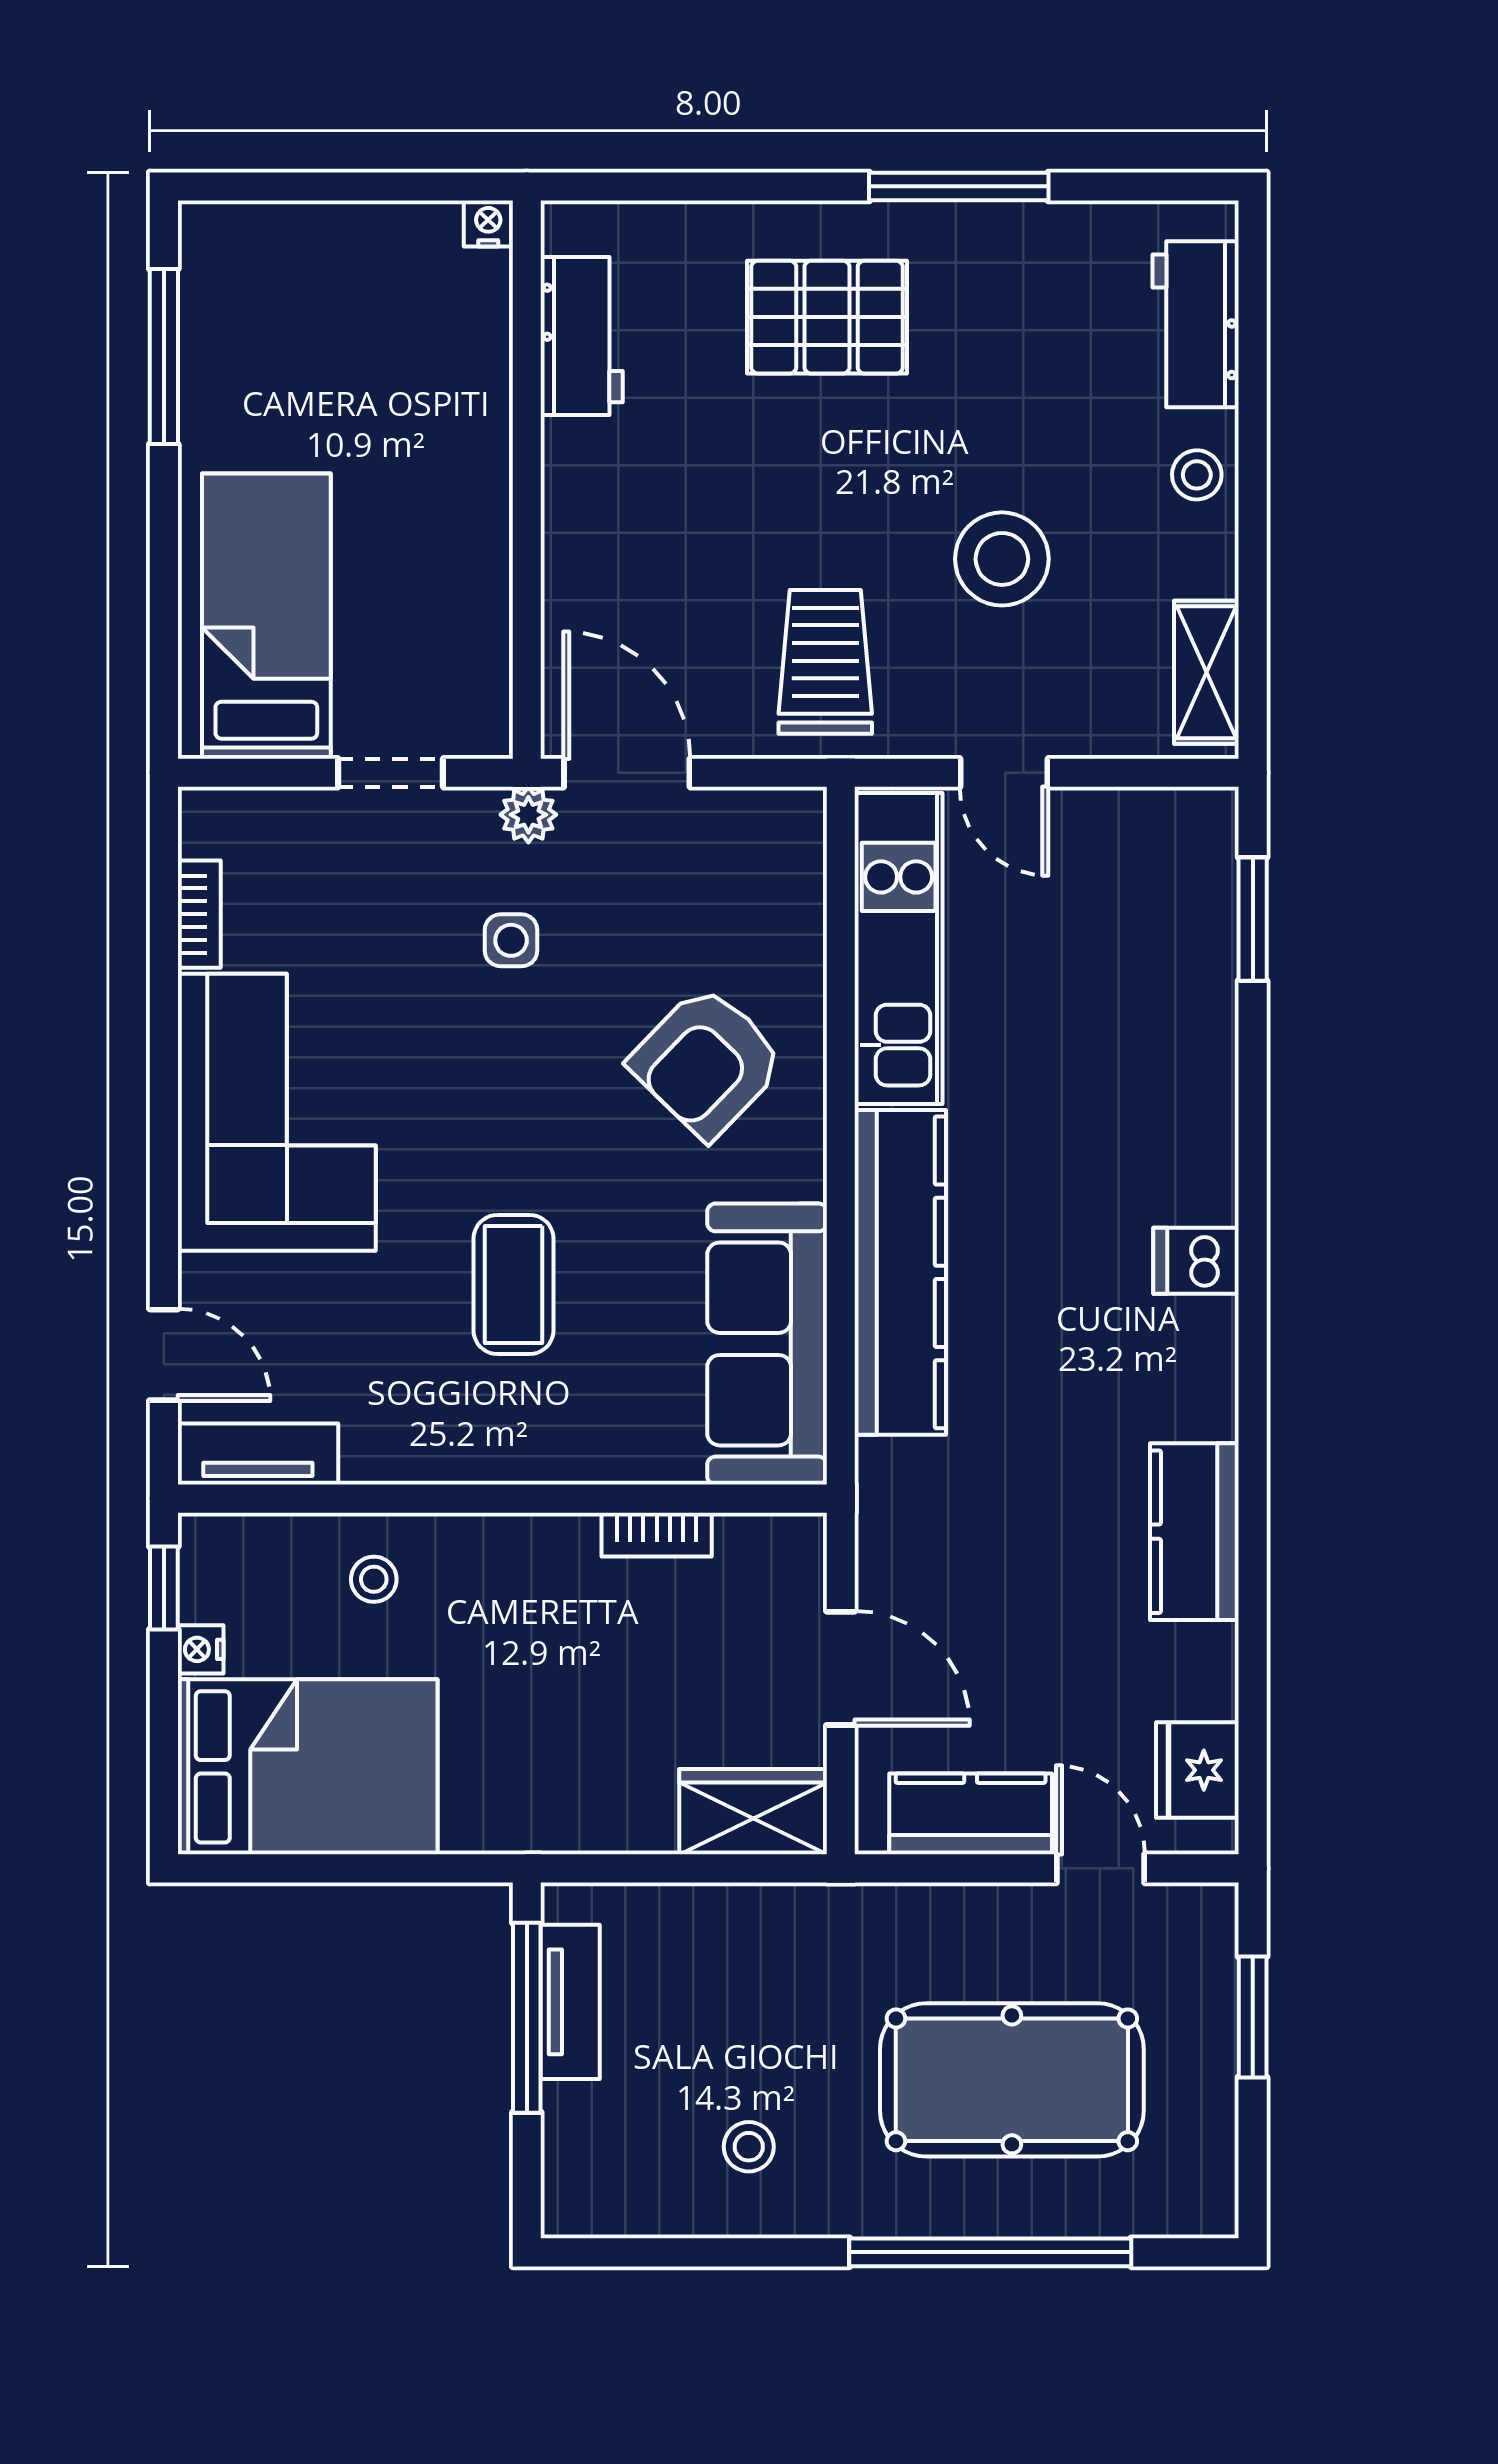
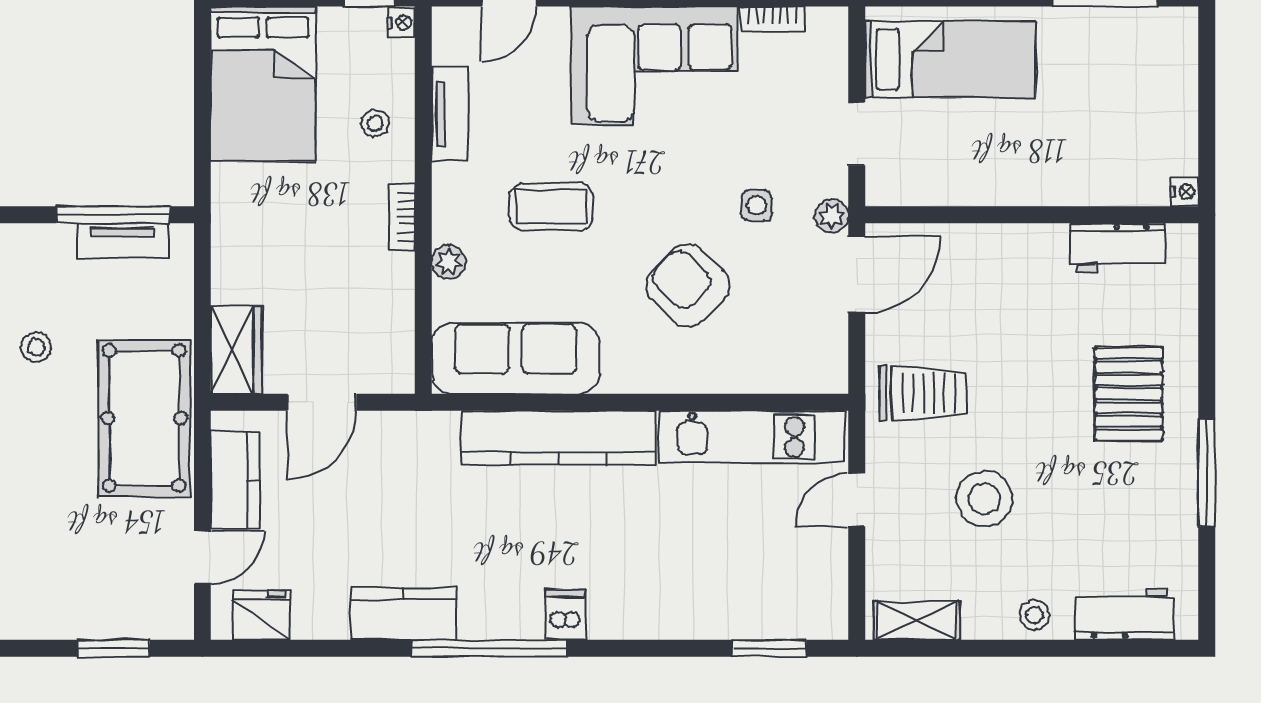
armchair: (707, 1062) -> (688, 285), moved
window: (1253, 1388) -> (489, 648), added
tv unit: (258, 1454) -> (450, 114), moved
plant: (606, 1456) -> (449, 262), added
bookcase: (657, 1535) -> (402, 217), moved
nightstand: (201, 1649) -> (401, 23), moved, turned 90
pool table: (1012, 2080) -> (144, 418), moved

